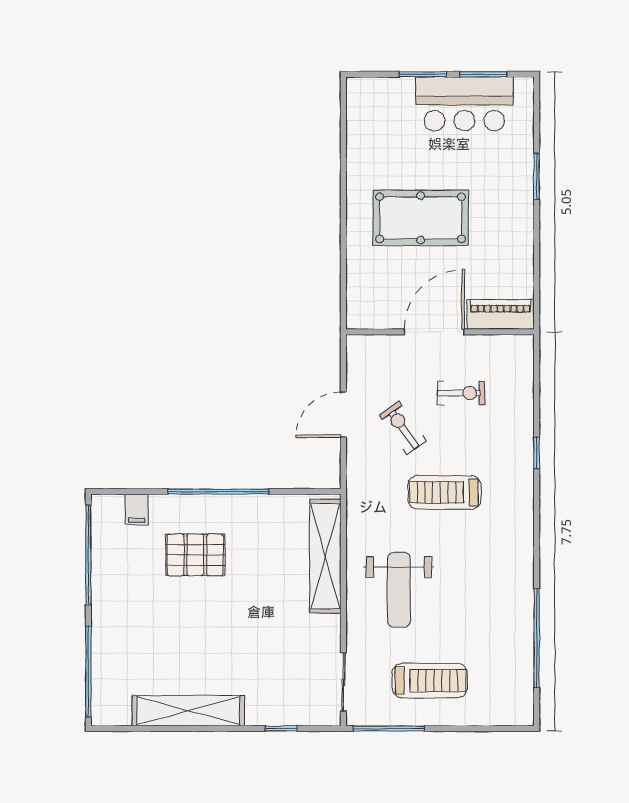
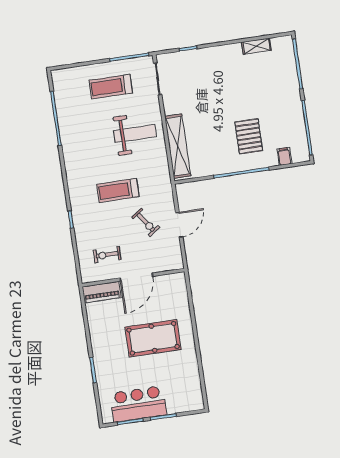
exercise bike: (461, 393) -> (107, 255), moved
treadmill: (444, 492) -> (118, 190), turned 180
pallet: (195, 555) -> (249, 136), turned 90
weight bench: (399, 590) -> (135, 134), turned 90
shelving: (188, 711) -> (256, 46), width x0.45, depth x0.75

